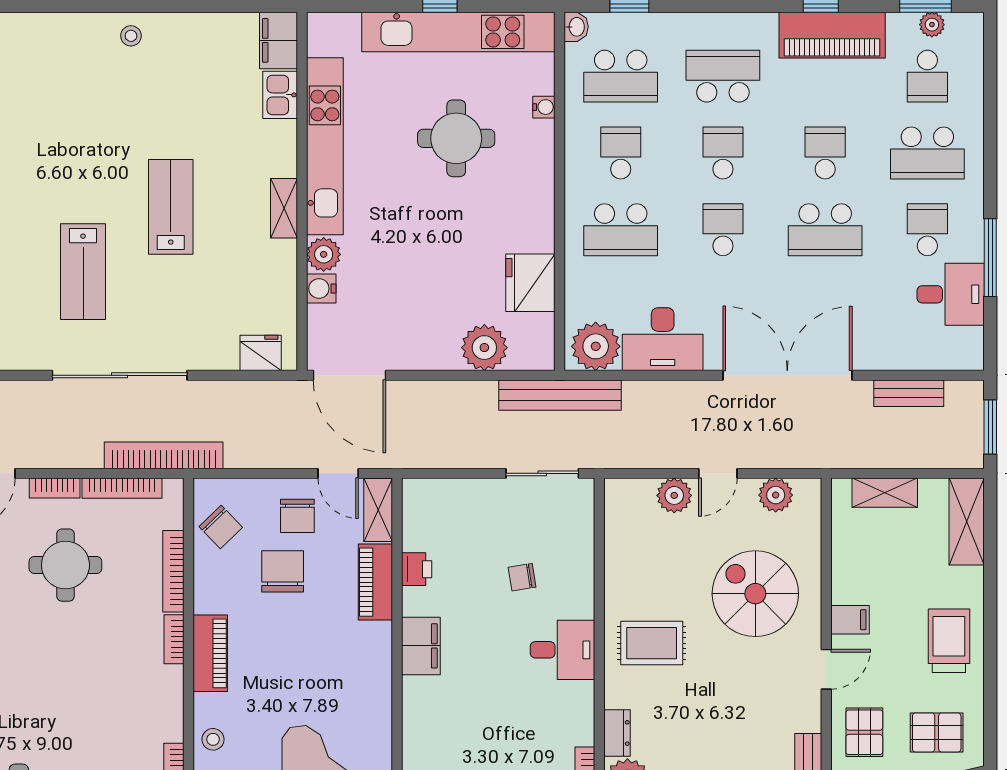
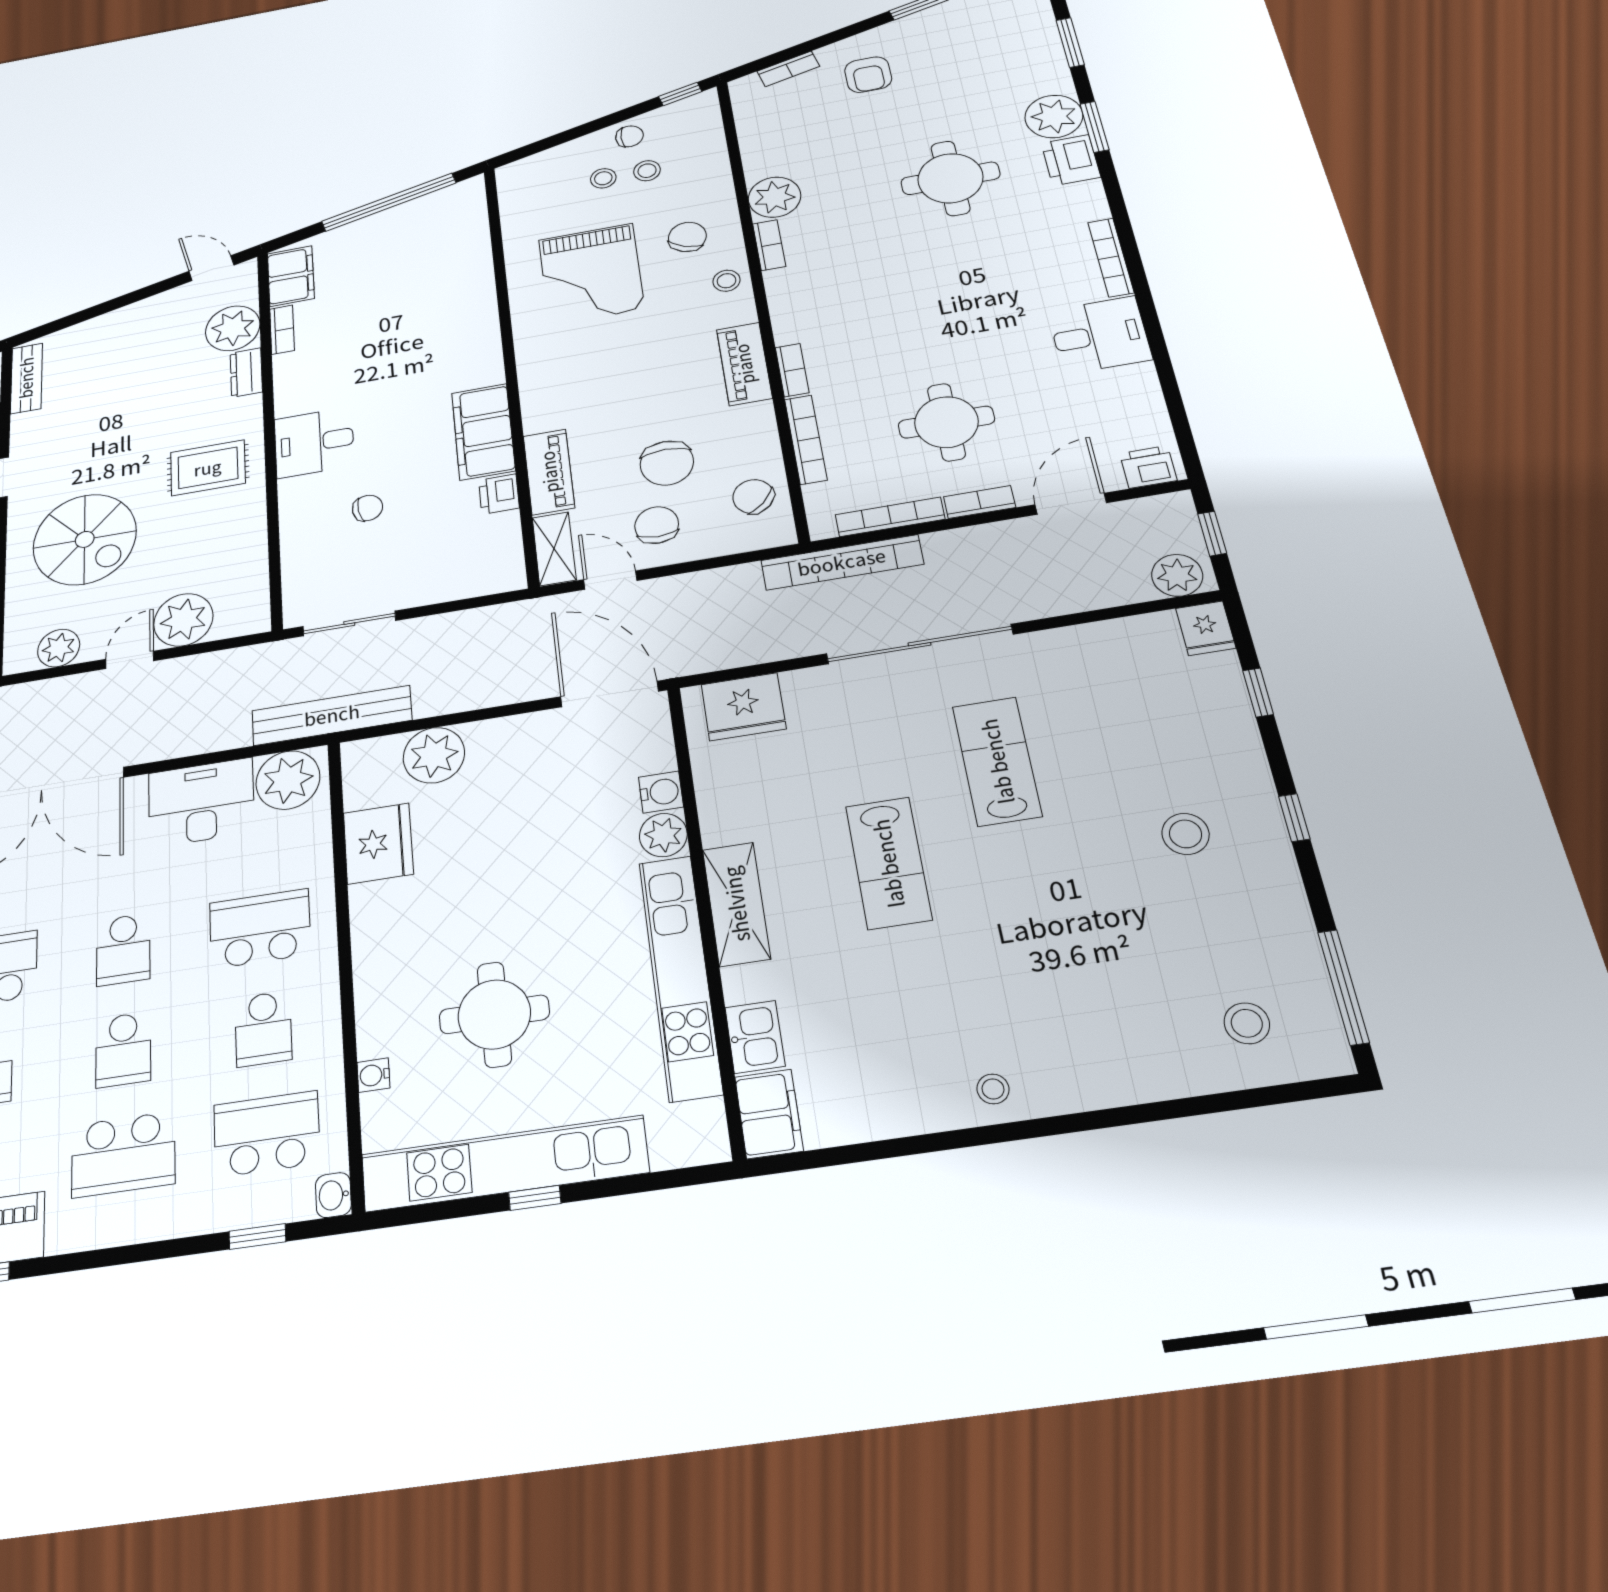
shelving: (284, 208) -> (736, 904), width x1.50, depth x1.33
fridge: (261, 353) -> (743, 707), width x1.36, depth x1.34
plant: (674, 495) -> (183, 620), width x1.36, depth x1.36
filing cabinet: (421, 646) -> (483, 432), width x1.50, depth x1.17

